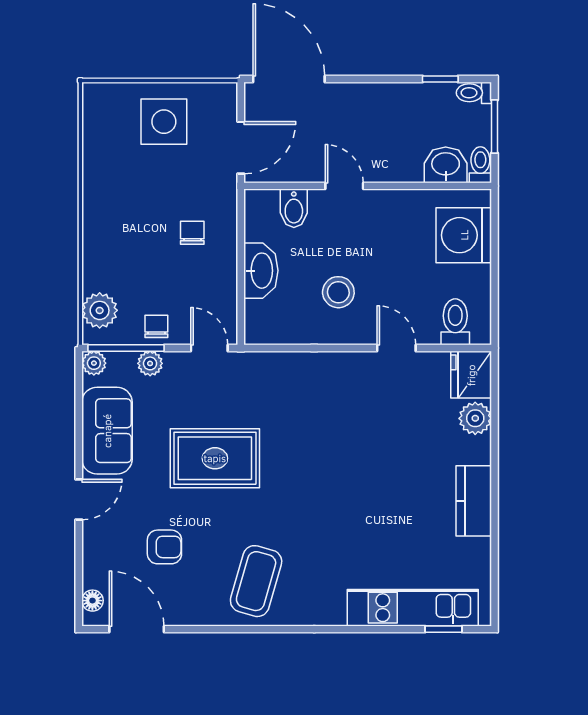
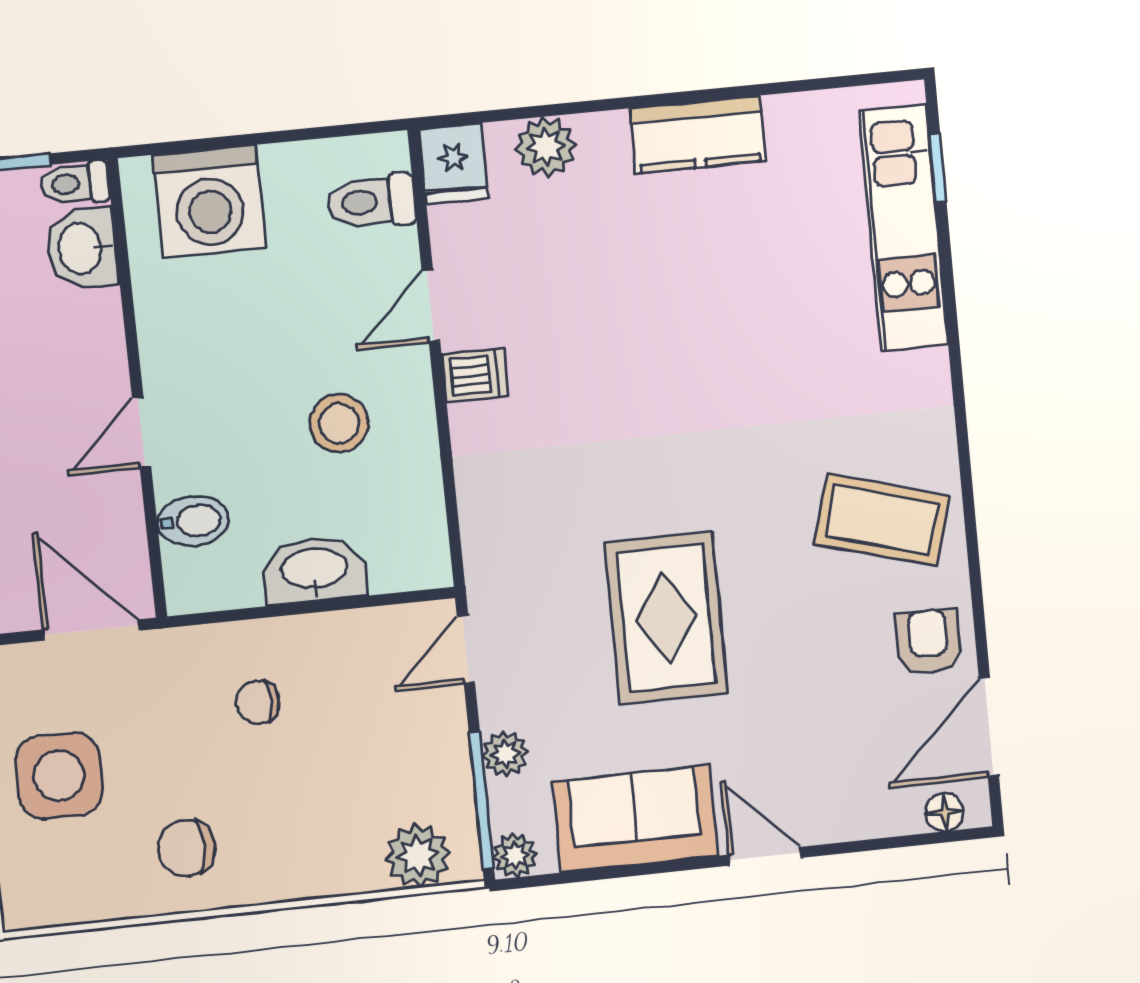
chair: (156, 326) -> (187, 848), moved, width x1.37, depth x1.37
dishwasher: (357, 368) -> (475, 375), added
fridge: (471, 375) -> (454, 163), width x0.72
armchair: (164, 547) -> (929, 642), moved

